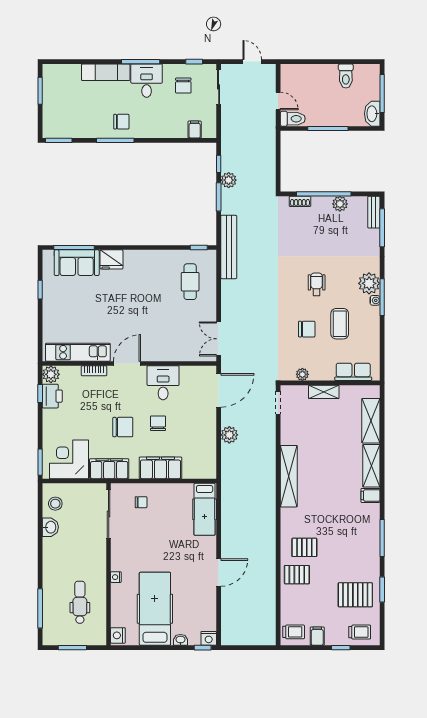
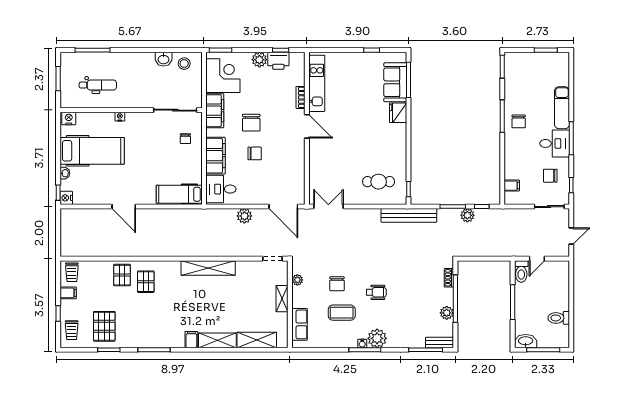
plant: (51, 374) -> (259, 60), moved
desk: (163, 383) -> (221, 189), moved, turned 180

